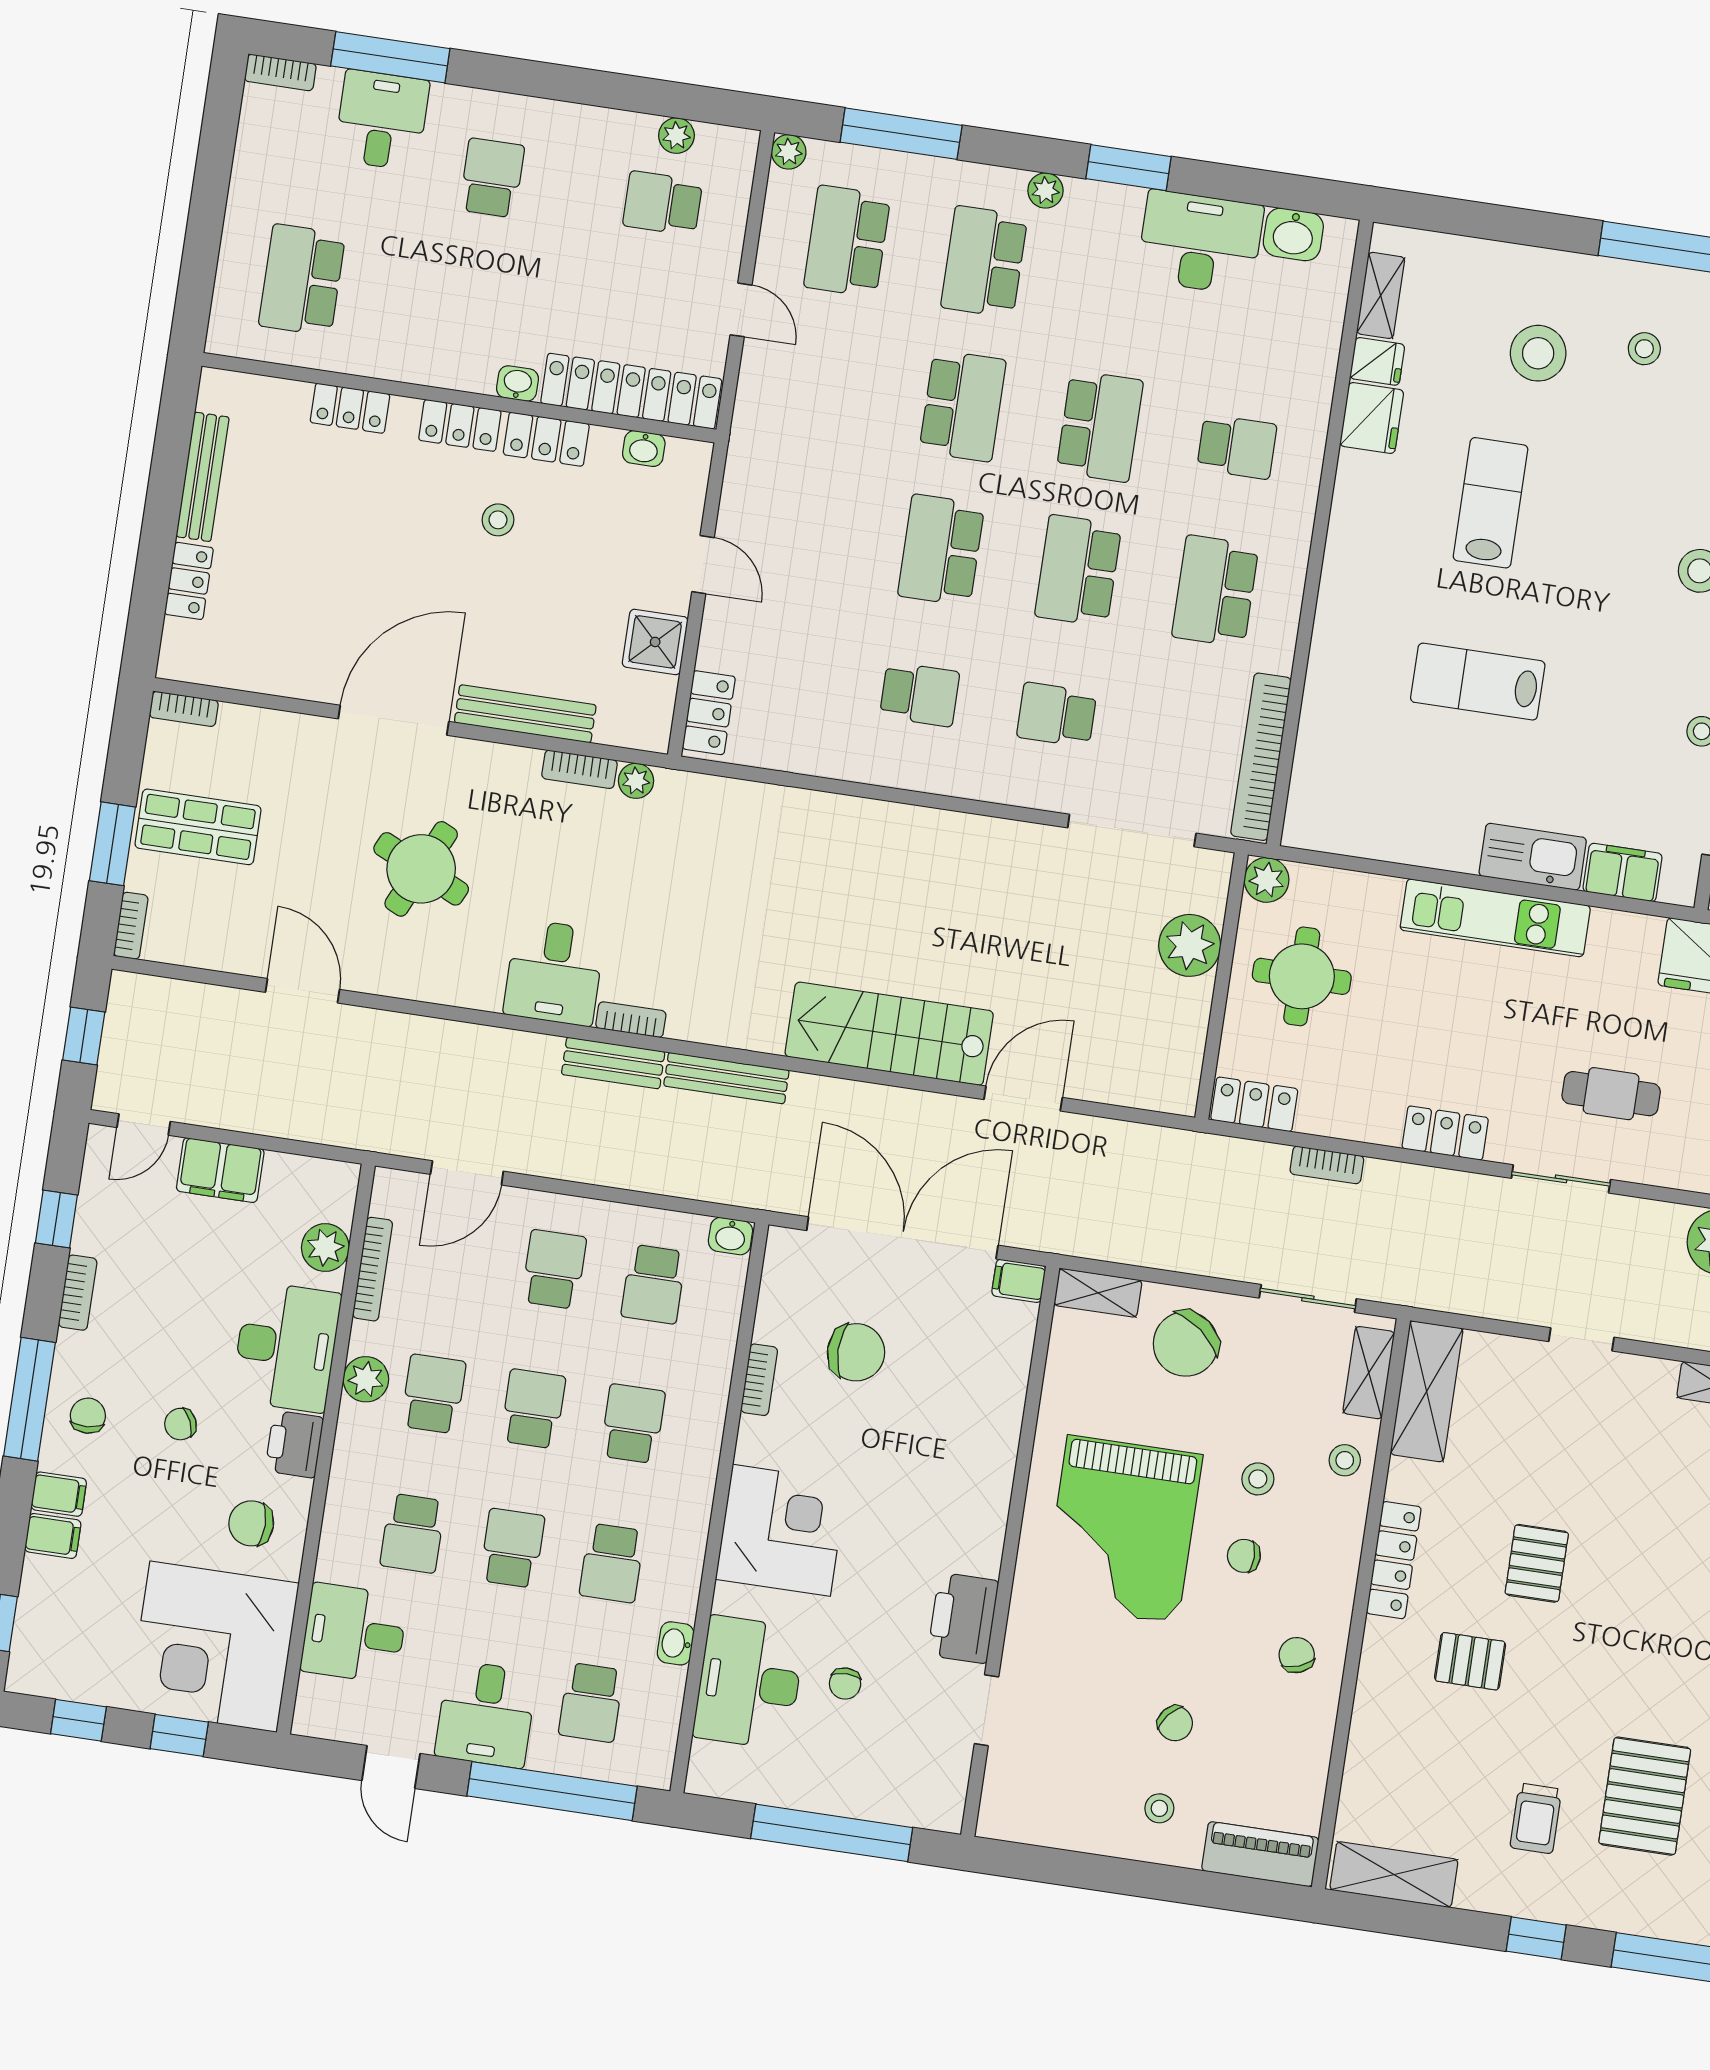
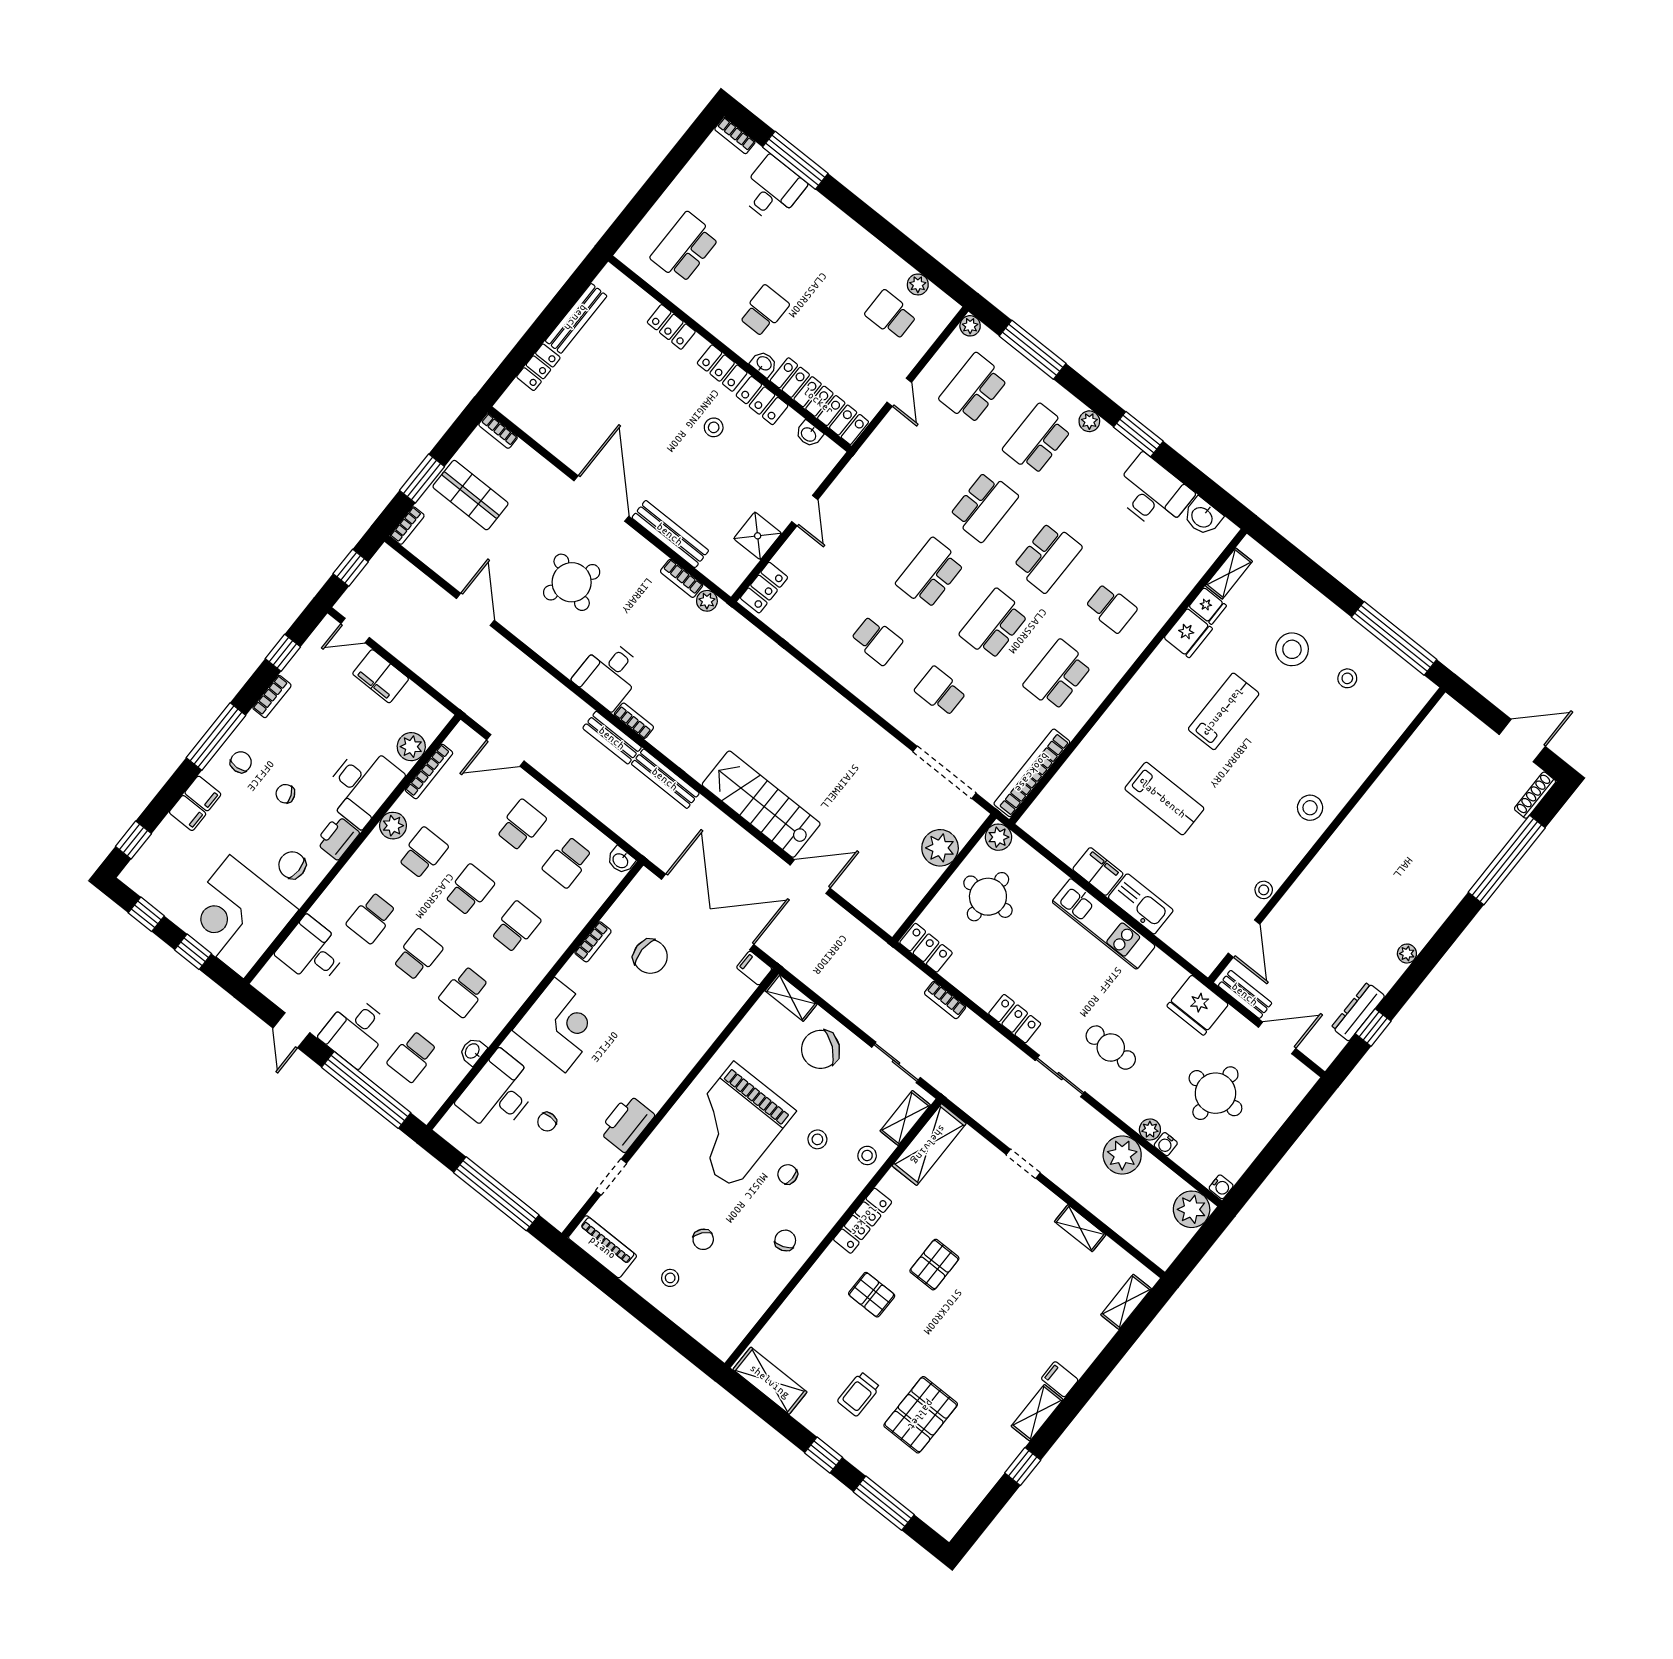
school desk: (492, 178) -> (764, 311), moved
lab bench: (1478, 682) -> (1164, 799), turned 180
door: (394, 720) -> (601, 498), hinge flipped
filing cabinet: (1623, 872) -> (1098, 871), moved
piano: (1260, 1854) -> (603, 1247), moved

